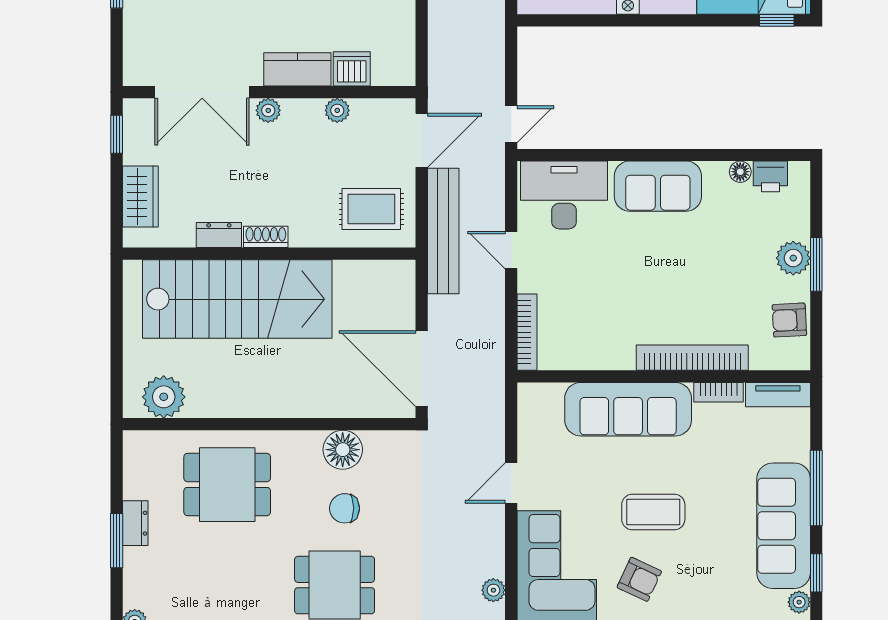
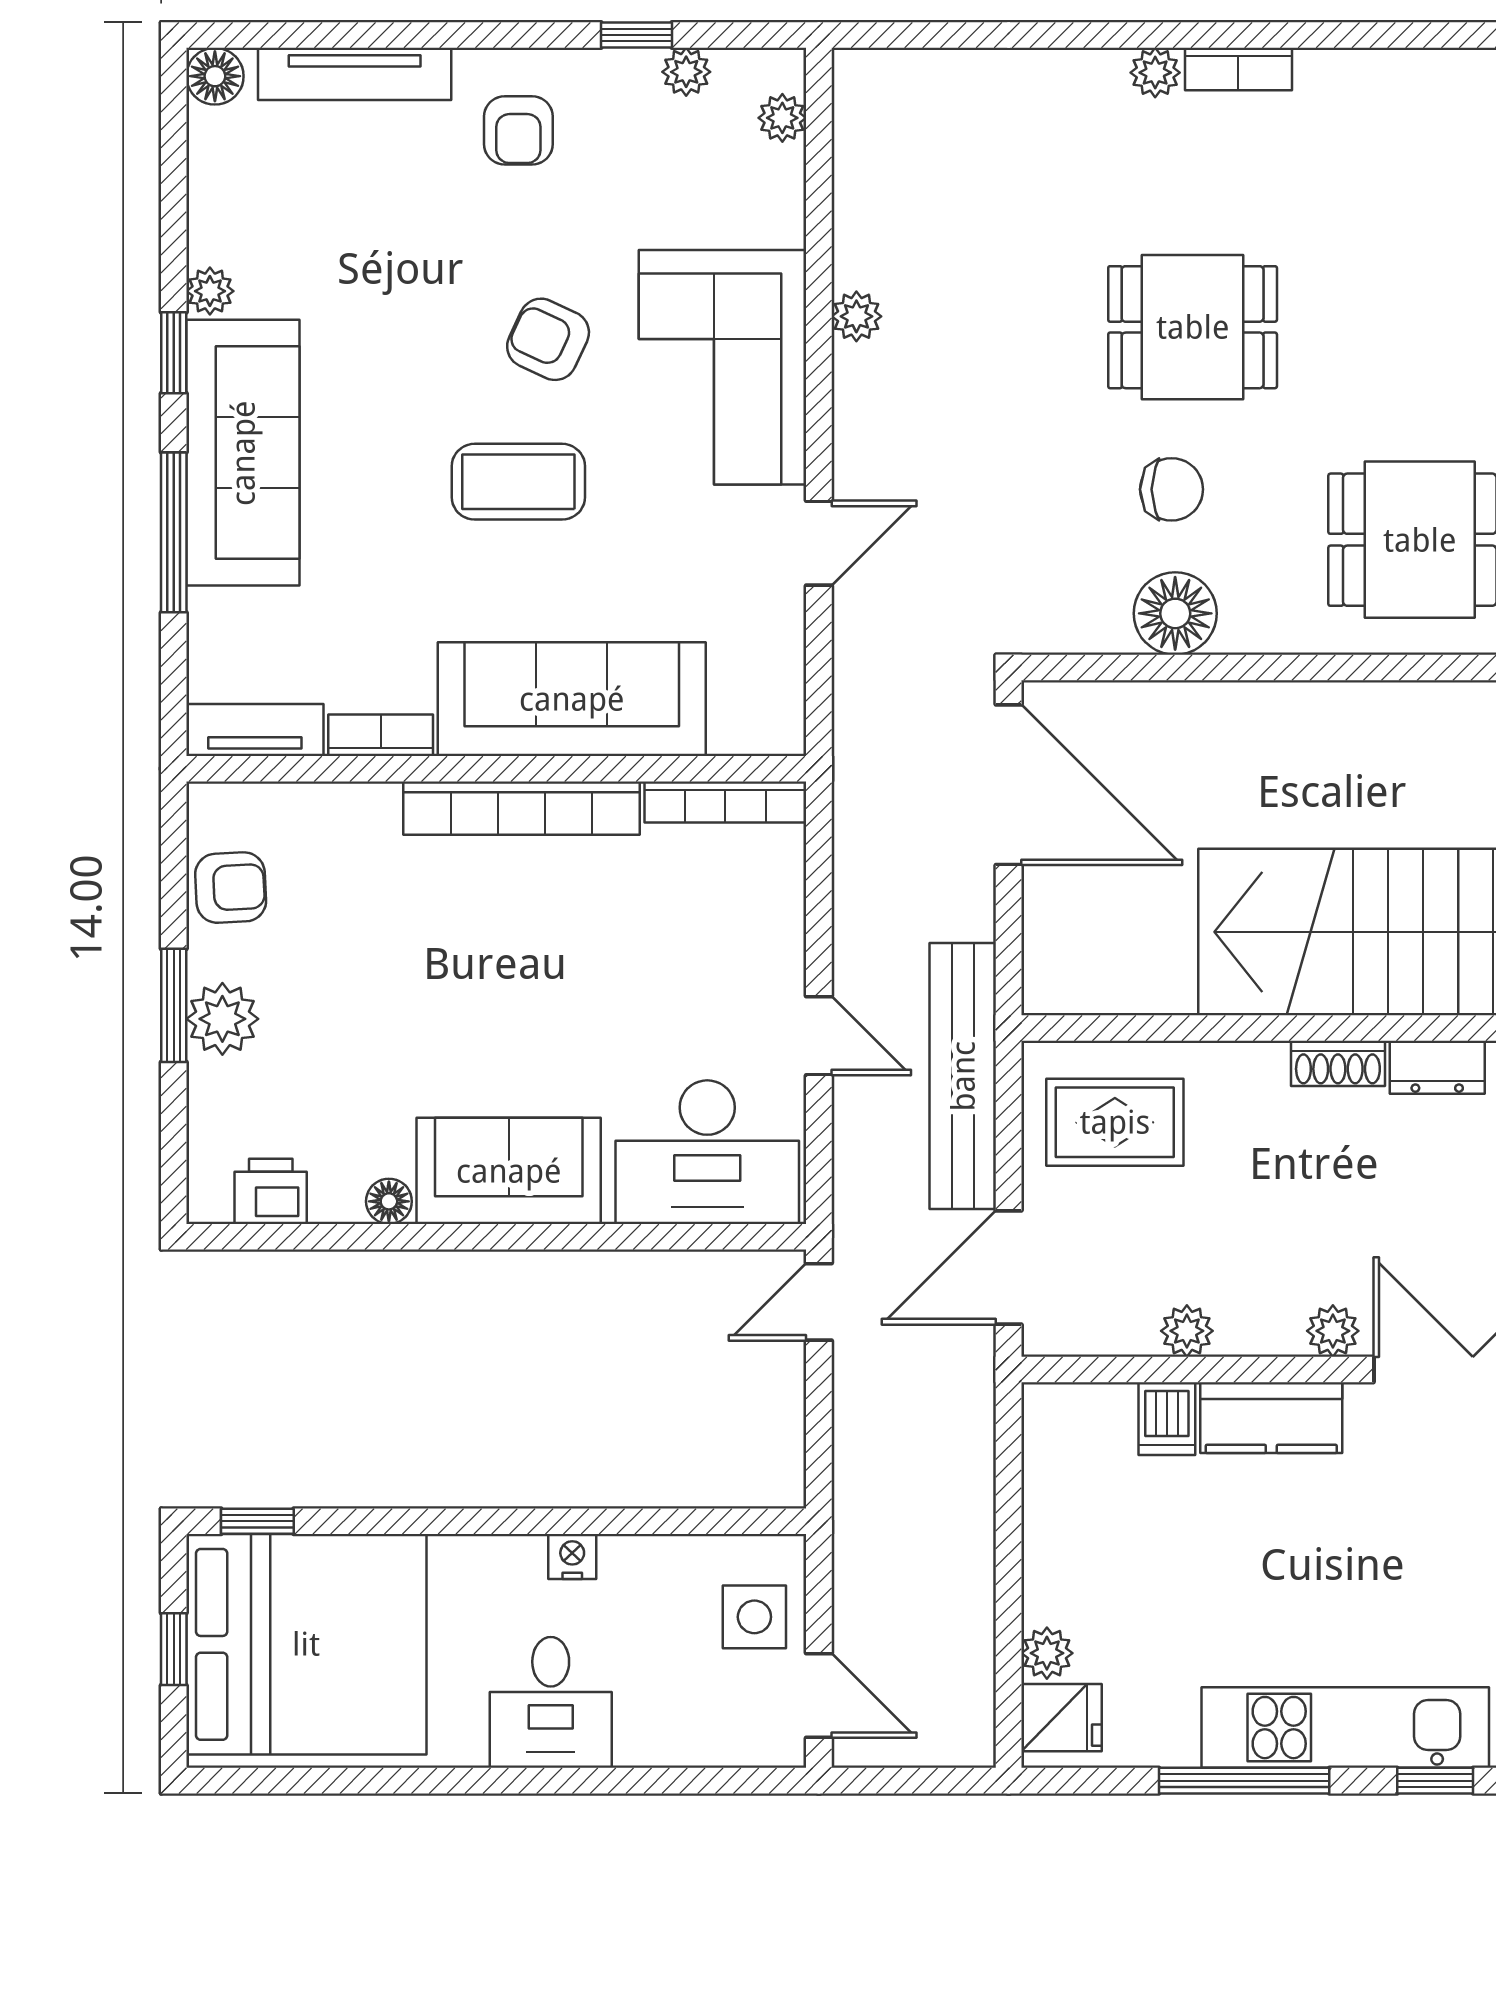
dishwasher: (352, 69) -> (1167, 1419), width x0.73
floor lamp: (740, 172) -> (389, 1201), moved
bookcase: (527, 332) -> (725, 802), moved, turned -90
bookcase: (692, 358) -> (522, 808), moved

